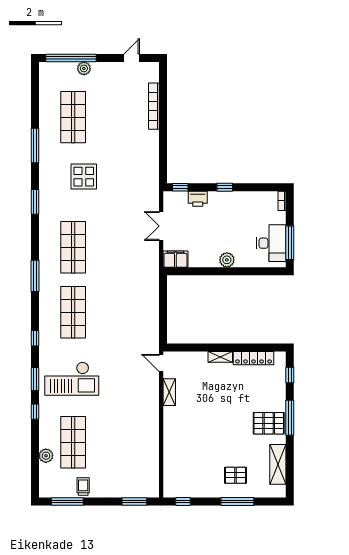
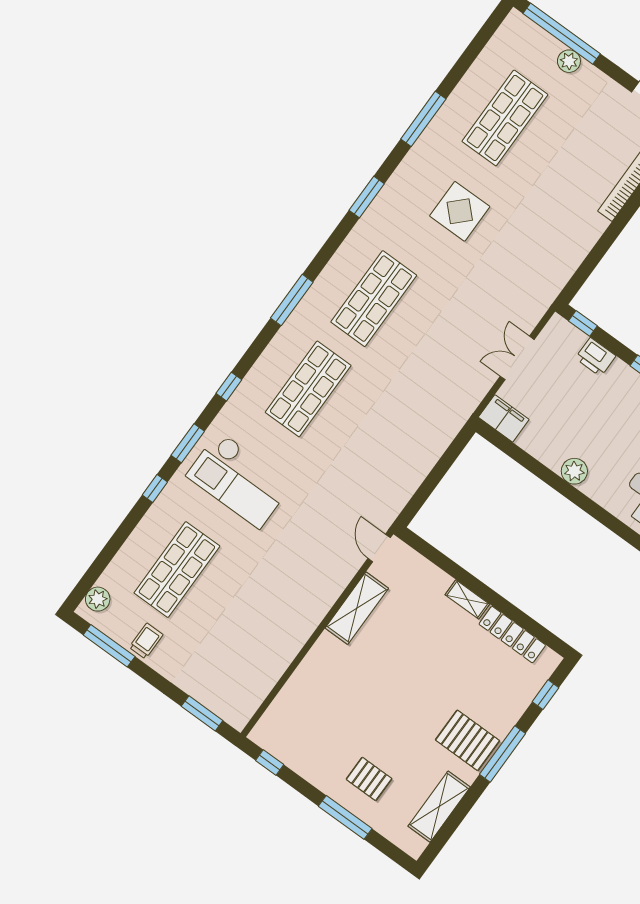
shelving: (169, 392) -> (357, 608), width x1.50, depth x1.33
plant: (46, 456) -> (98, 599), moved

